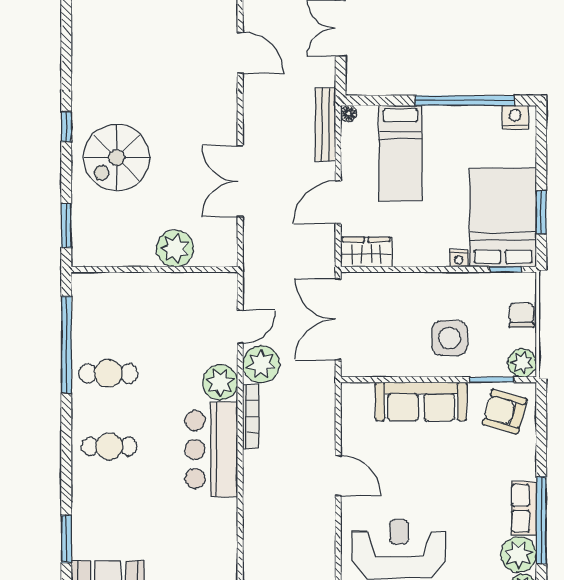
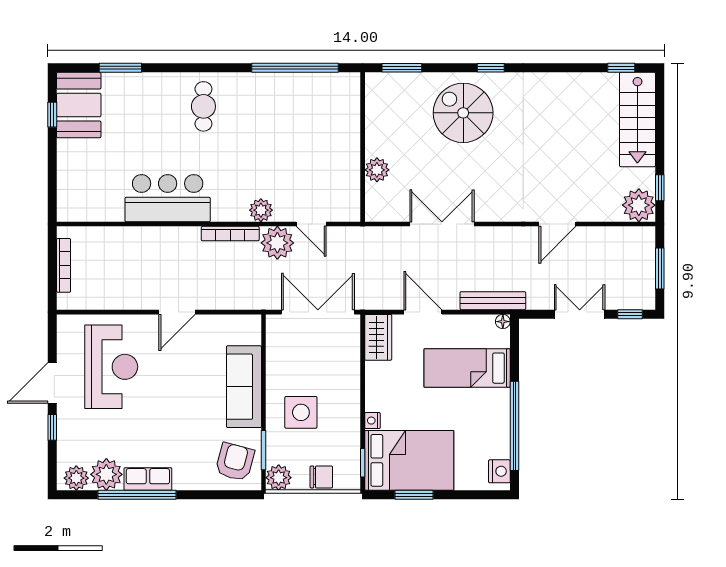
plant: (175, 249) -> (377, 170), width x0.73, depth x0.73
cafe table: (108, 373) -> (269, 106), removed
plant: (220, 382) -> (261, 210), width x0.73, depth x0.73
bar counter: (211, 449) -> (168, 198), moved

